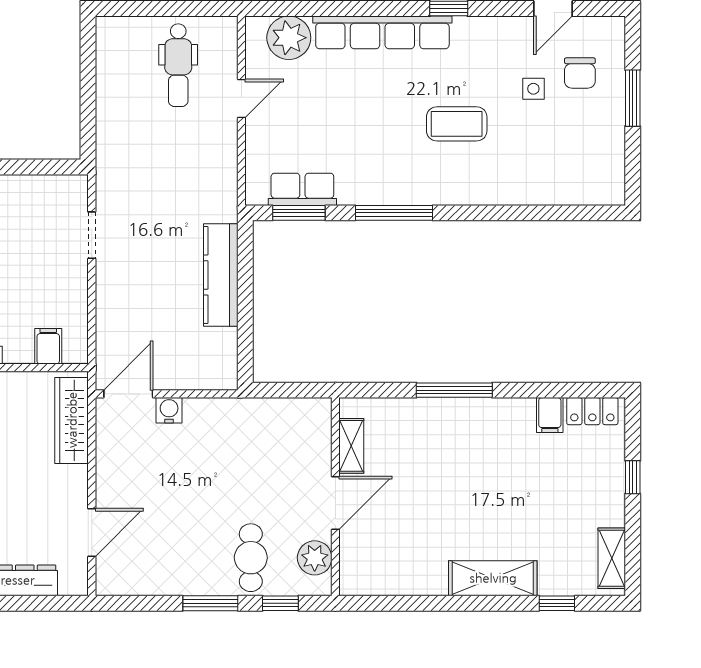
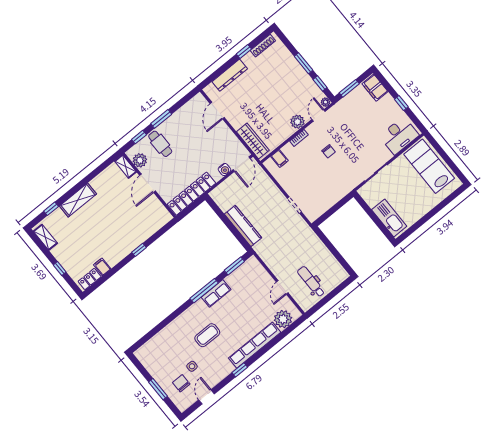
row of seats: (302, 189) -> (216, 293), moved
window: (454, 390) -> (139, 250), width x0.46
locker: (268, 415) -> (192, 194), added
shelving: (351, 446) -> (125, 166), moved

